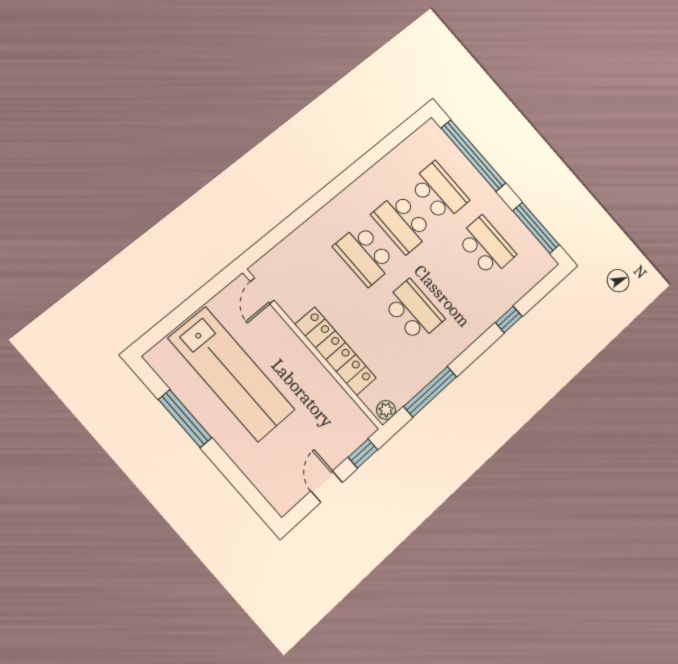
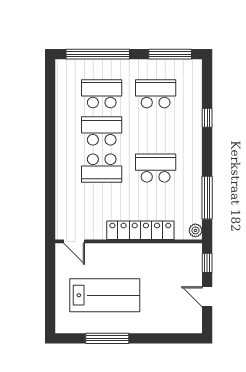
school desk: (402, 223) -> (102, 131), turned 180
lab bench: (232, 374) -> (105, 295), width x0.73

